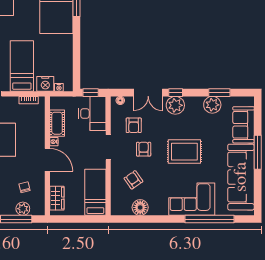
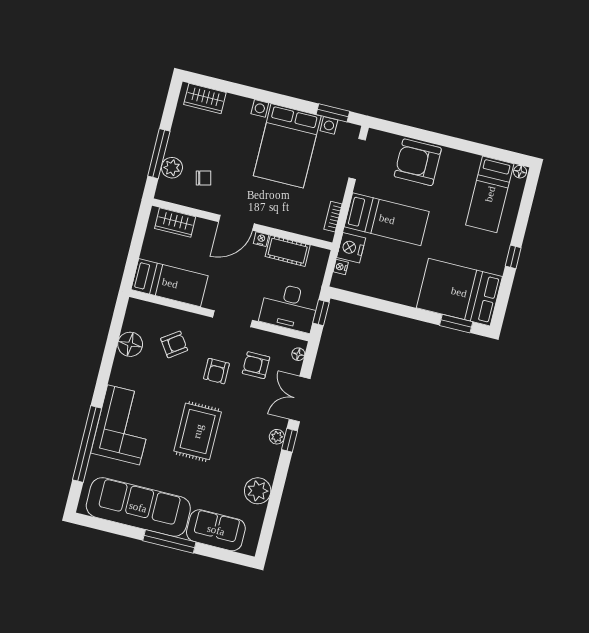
window: (219, 93) -> (273, 506), removed
plant: (175, 105) -> (277, 437), width x0.53, depth x0.53
armchair: (144, 149) -> (216, 371), turned 90

